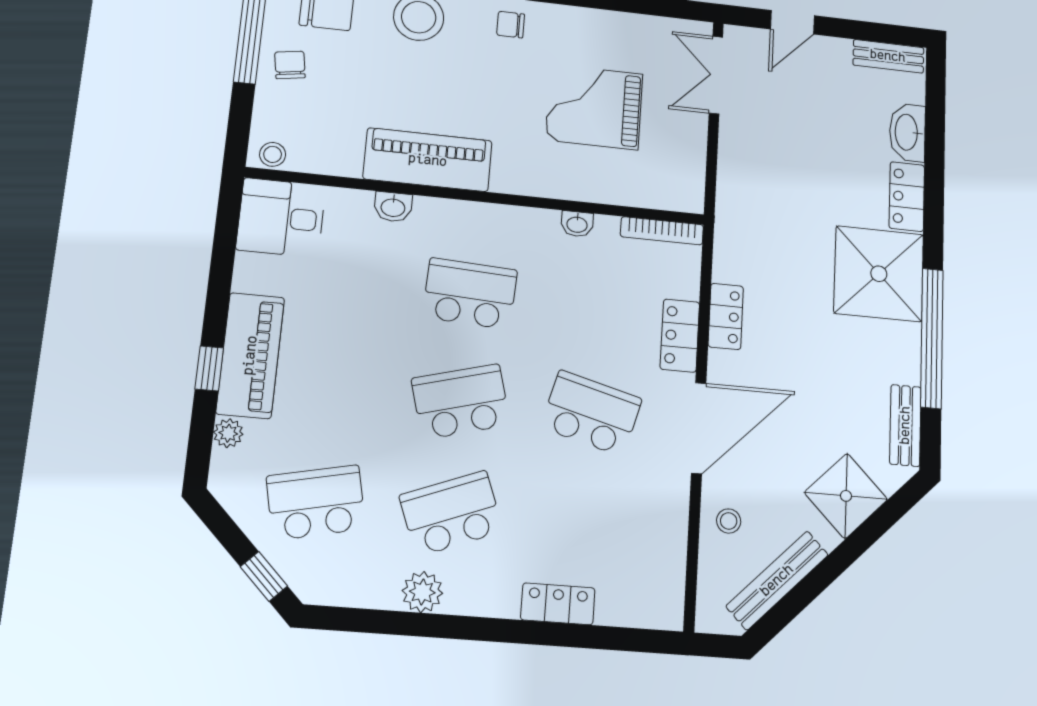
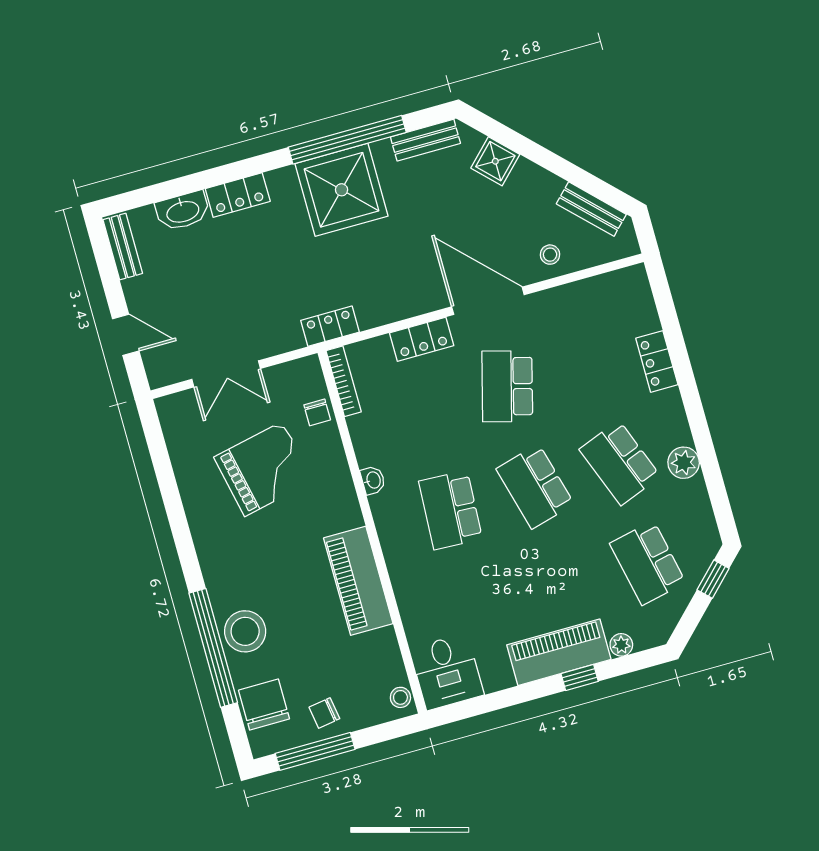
chair: (511, 25) -> (317, 412), moved
double door: (716, 75) -> (226, 374), moved
grand piano: (594, 107) -> (264, 469), turned -102
washbasin: (393, 207) -> (406, 593), removed
washbasin: (577, 224) -> (373, 480), moved
shower: (879, 274) -> (342, 190), moved
locker: (726, 316) -> (330, 326), moved
shower: (846, 496) -> (495, 161), width x0.73, depth x0.73
bench: (777, 580) -> (591, 209), width x0.73

